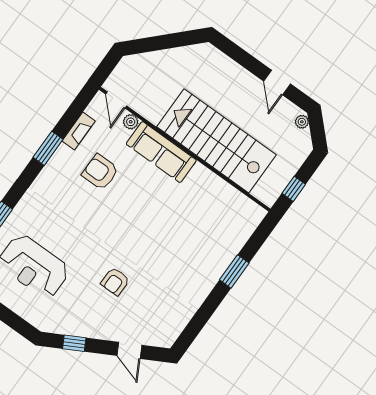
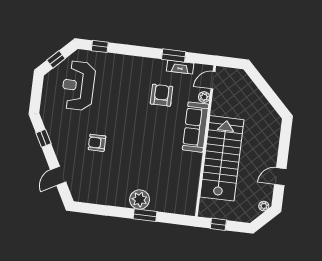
window: (48, 148) -> (174, 55), moved
plant: (212, 268) -> (140, 199), added

